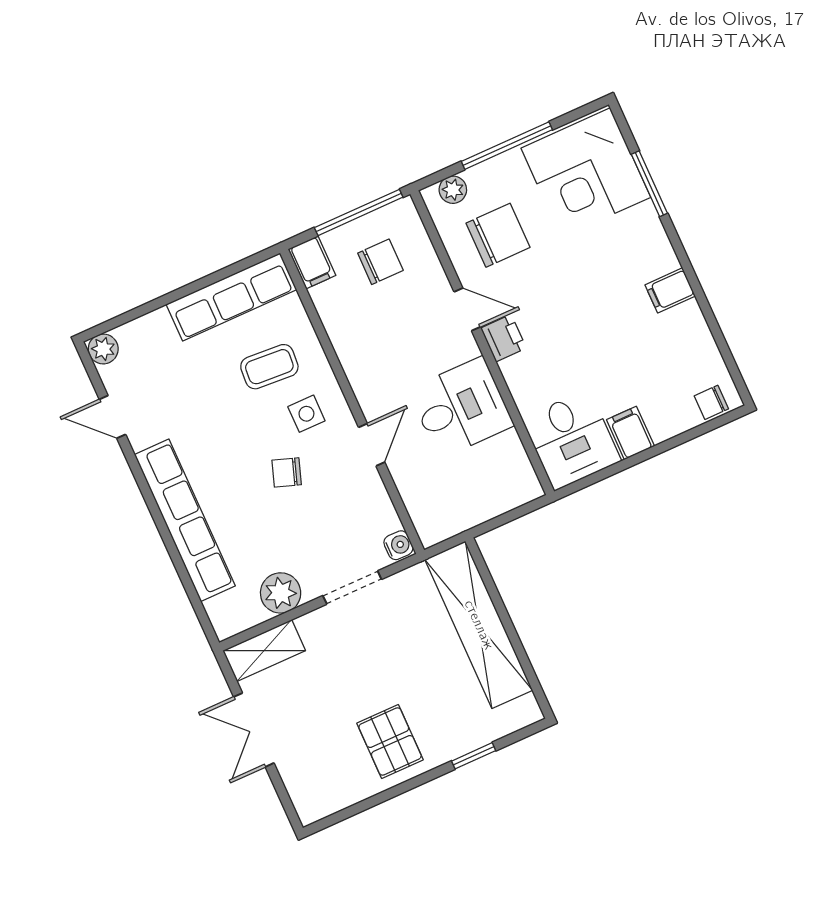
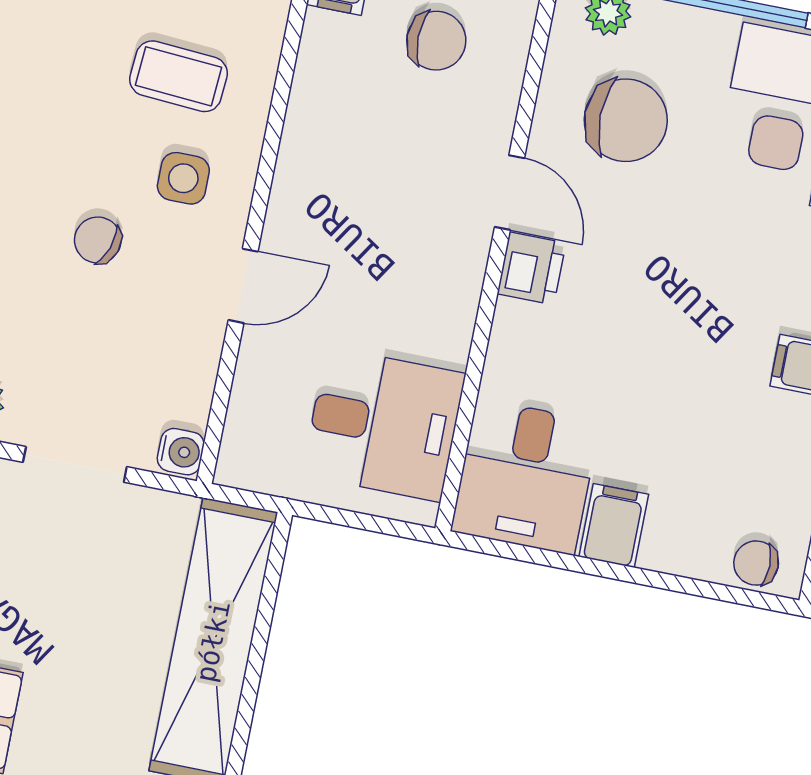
desk: (461, 407) -> (384, 424), moved

